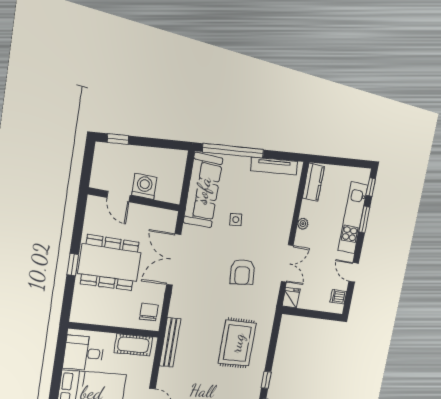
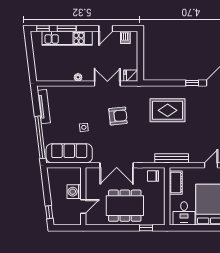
kitchen counter: (313, 182) -> (49, 75), removed
dining table: (110, 263) -> (125, 206), turned 90
window: (73, 265) -> (146, 228), moved

